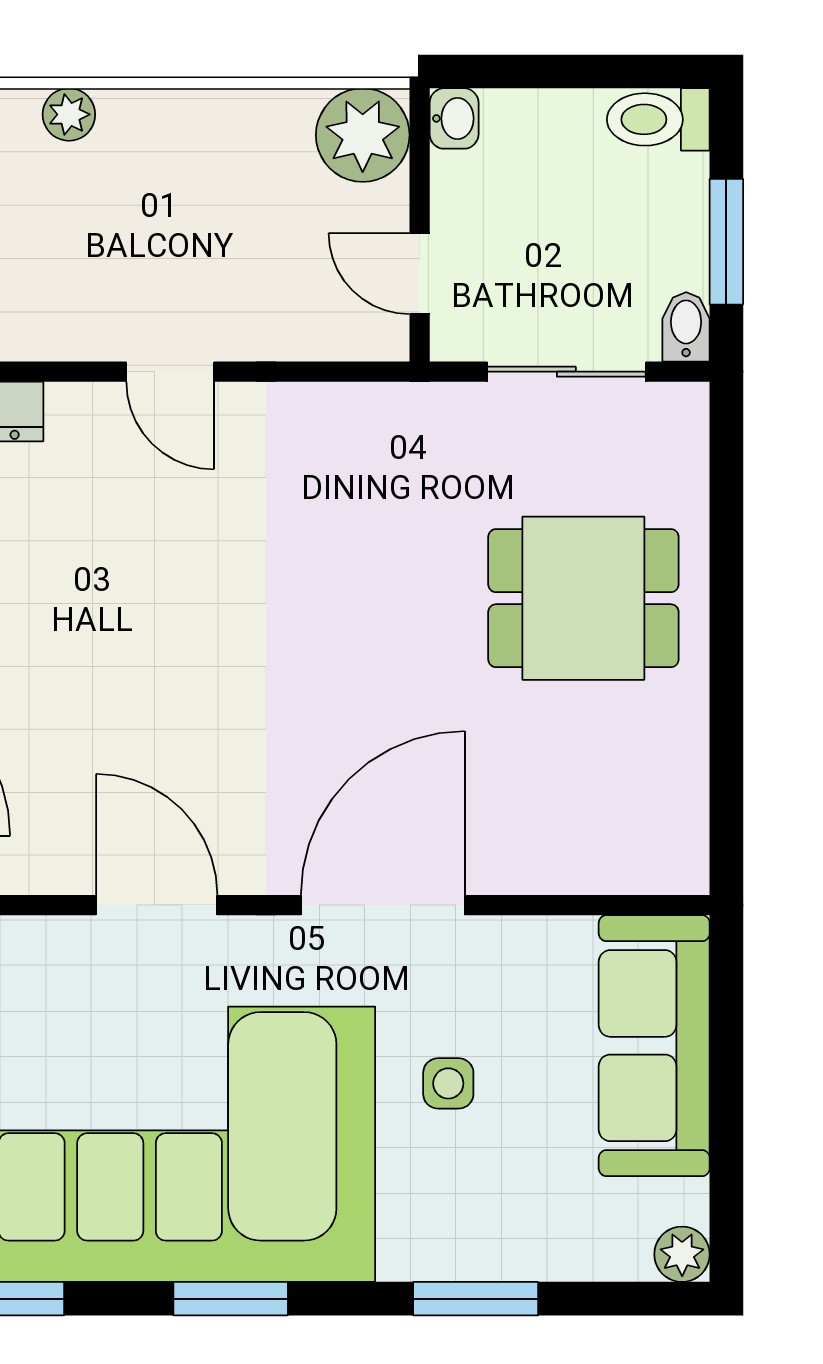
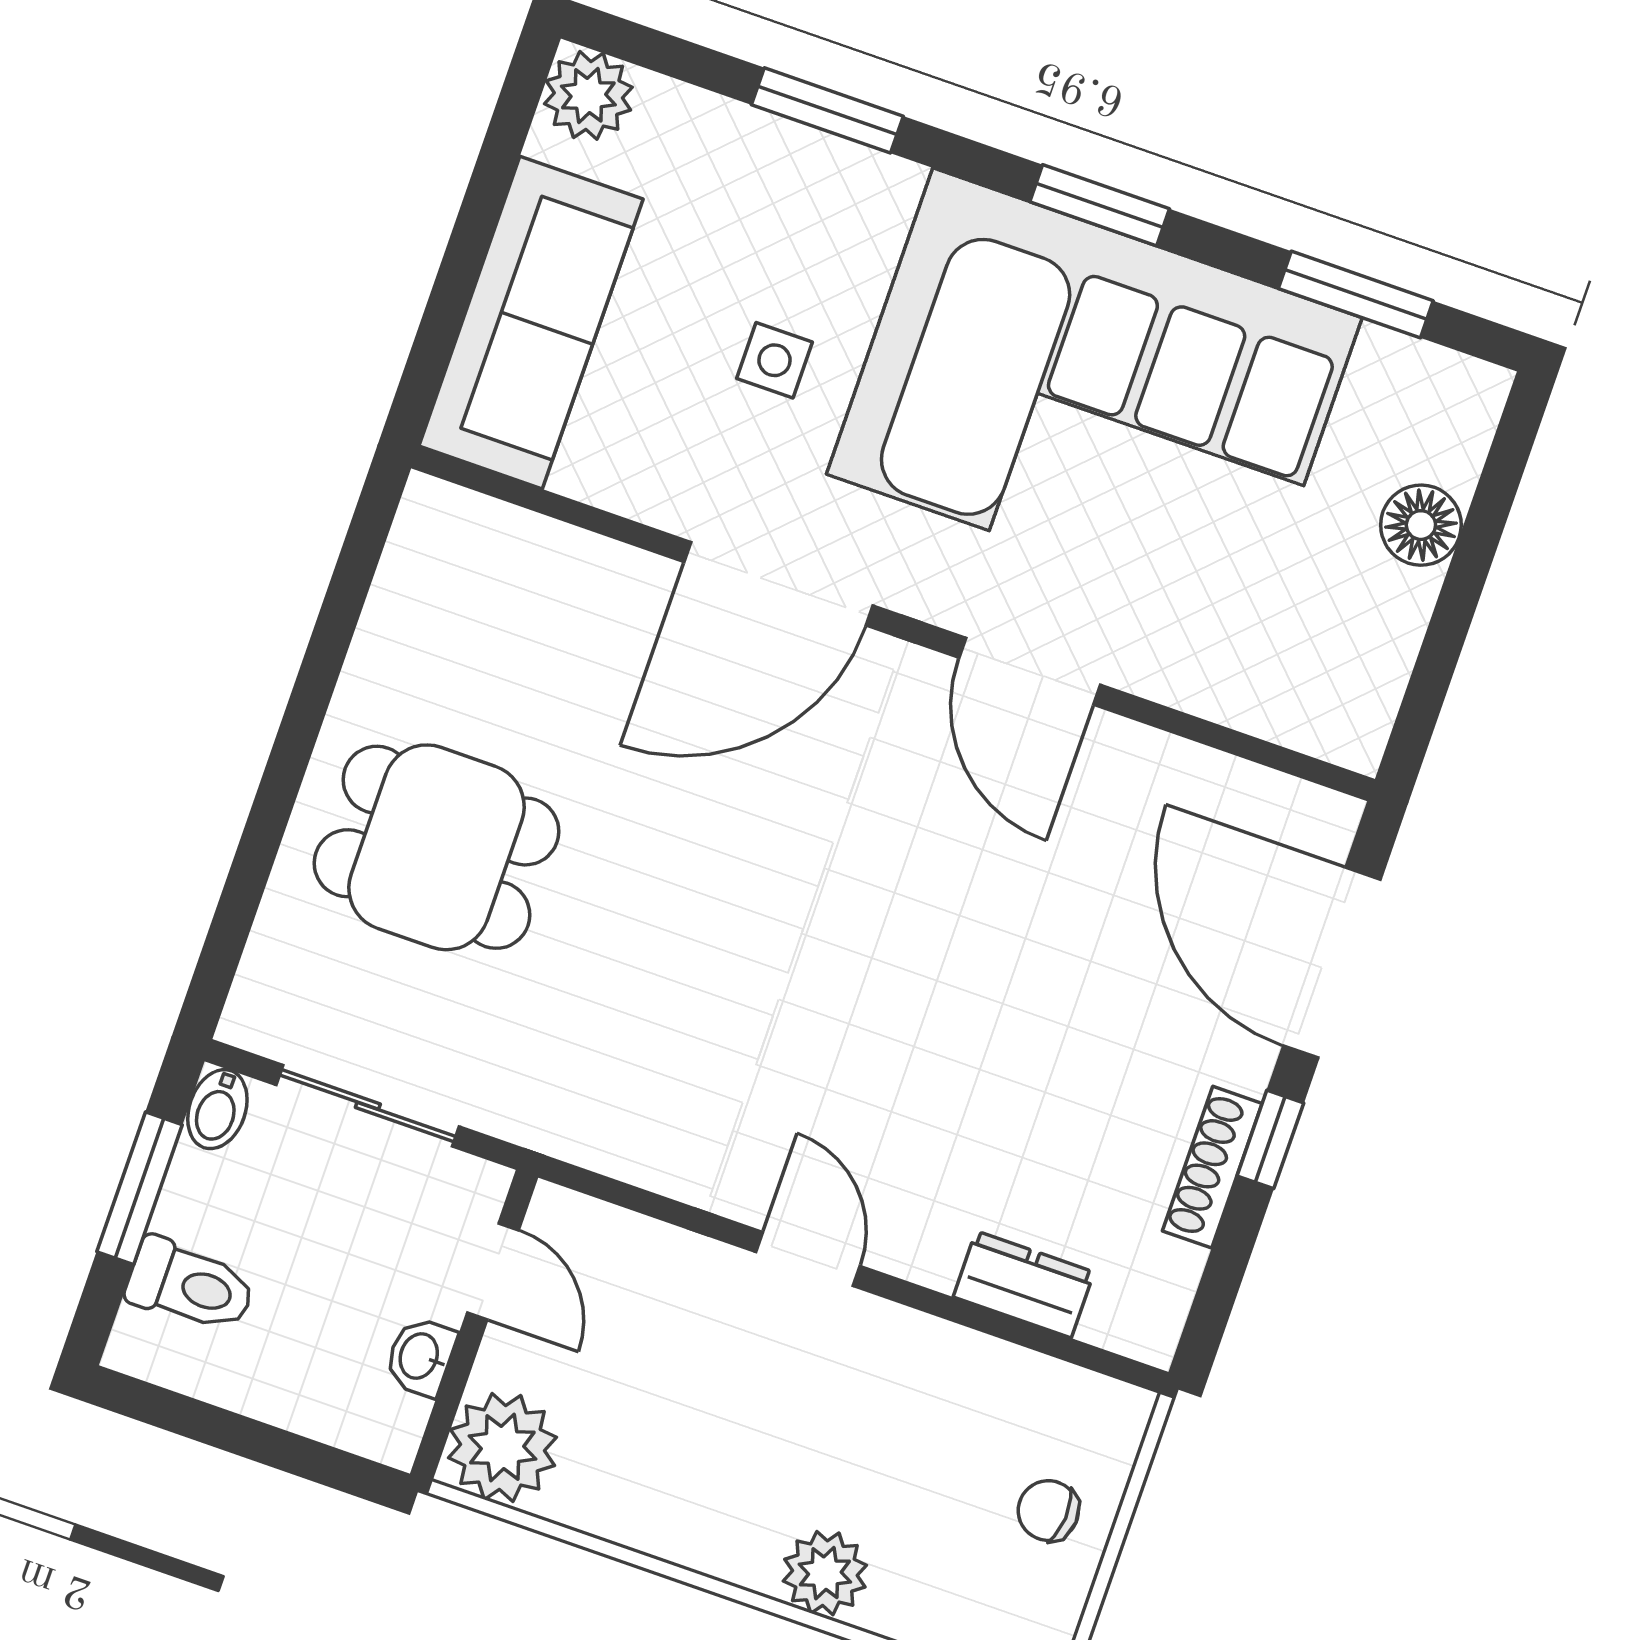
plant: (69, 114) -> (825, 1573), width x1.38, depth x1.38
washbasin: (454, 118) -> (420, 1357), moved
toilet: (658, 119) -> (191, 1285), moved
plant: (682, 1254) -> (588, 95), width x1.38, depth x1.38

